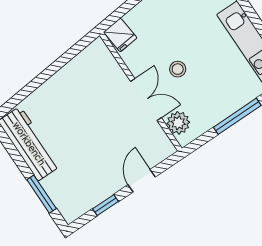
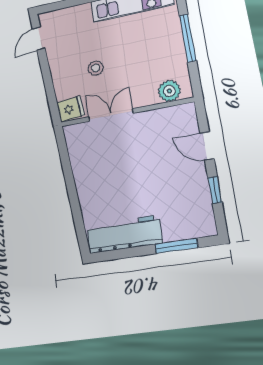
stool: (178, 69) -> (96, 68), moved
double door: (146, 99) -> (111, 115), moved

